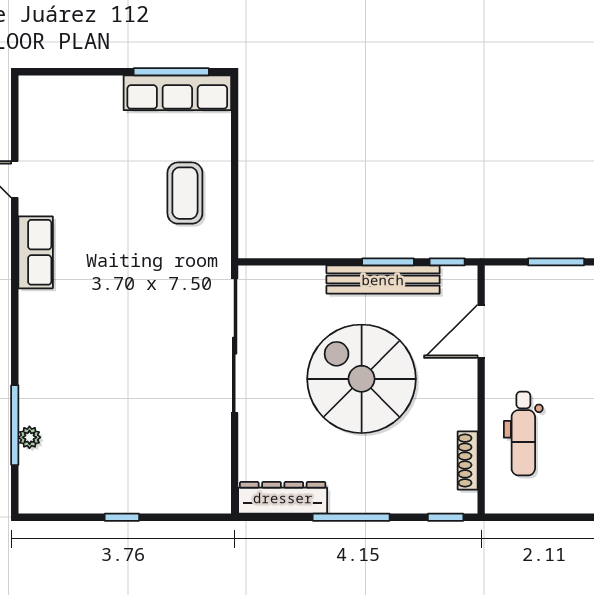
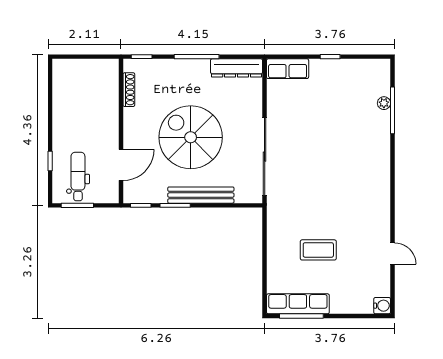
water cooler: (33, 90) -> (382, 306), added
coffee table: (185, 193) -> (318, 250), moved, turned 90
row of seats: (36, 252) -> (288, 69), moved, turned -90
bench: (383, 280) -> (201, 195), moved
spiral stairs: (362, 379) -> (191, 137), turned 180
dental chair: (523, 433) -> (78, 177), moved

